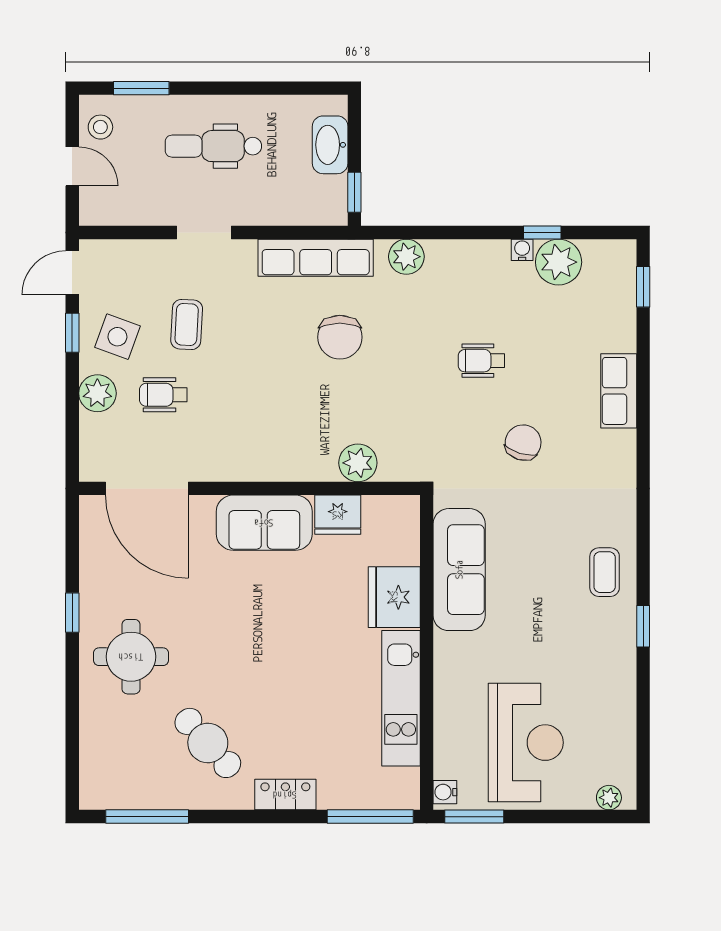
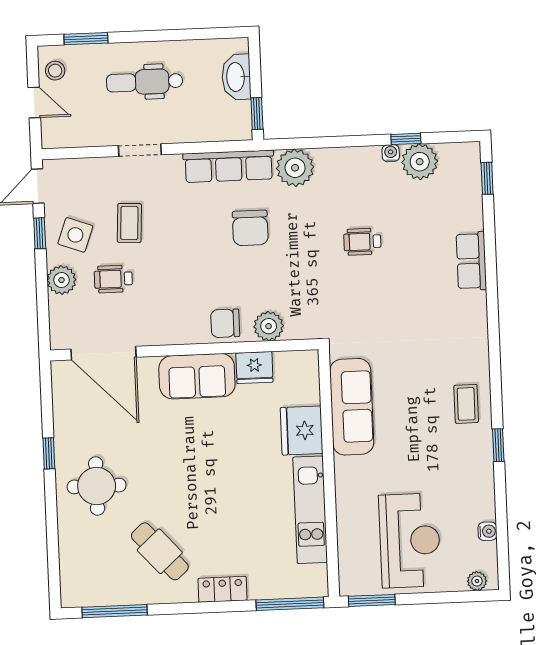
plant: (406, 257) -> (295, 168), width x1.36, depth x1.36
chair: (523, 443) -> (225, 323), moved, turned -107
water cooler: (445, 792) -> (487, 531), moved, turned 180

